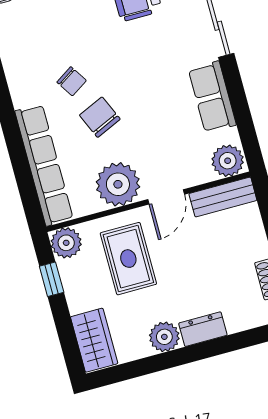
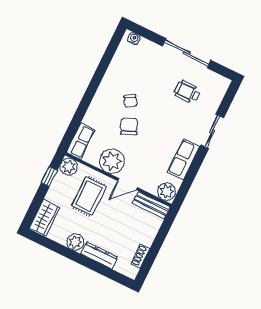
row of seats: (44, 165) -> (81, 141), width x0.50
dresser: (203, 329) -> (99, 255), width x1.44

